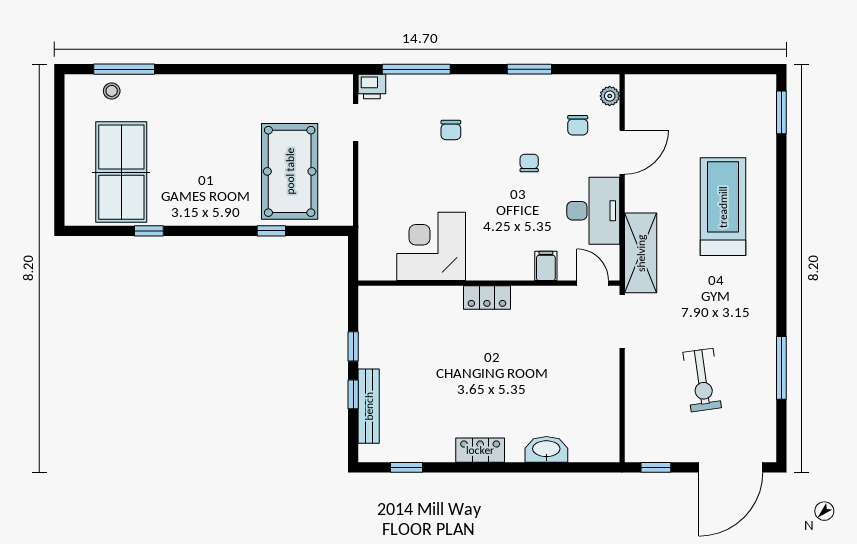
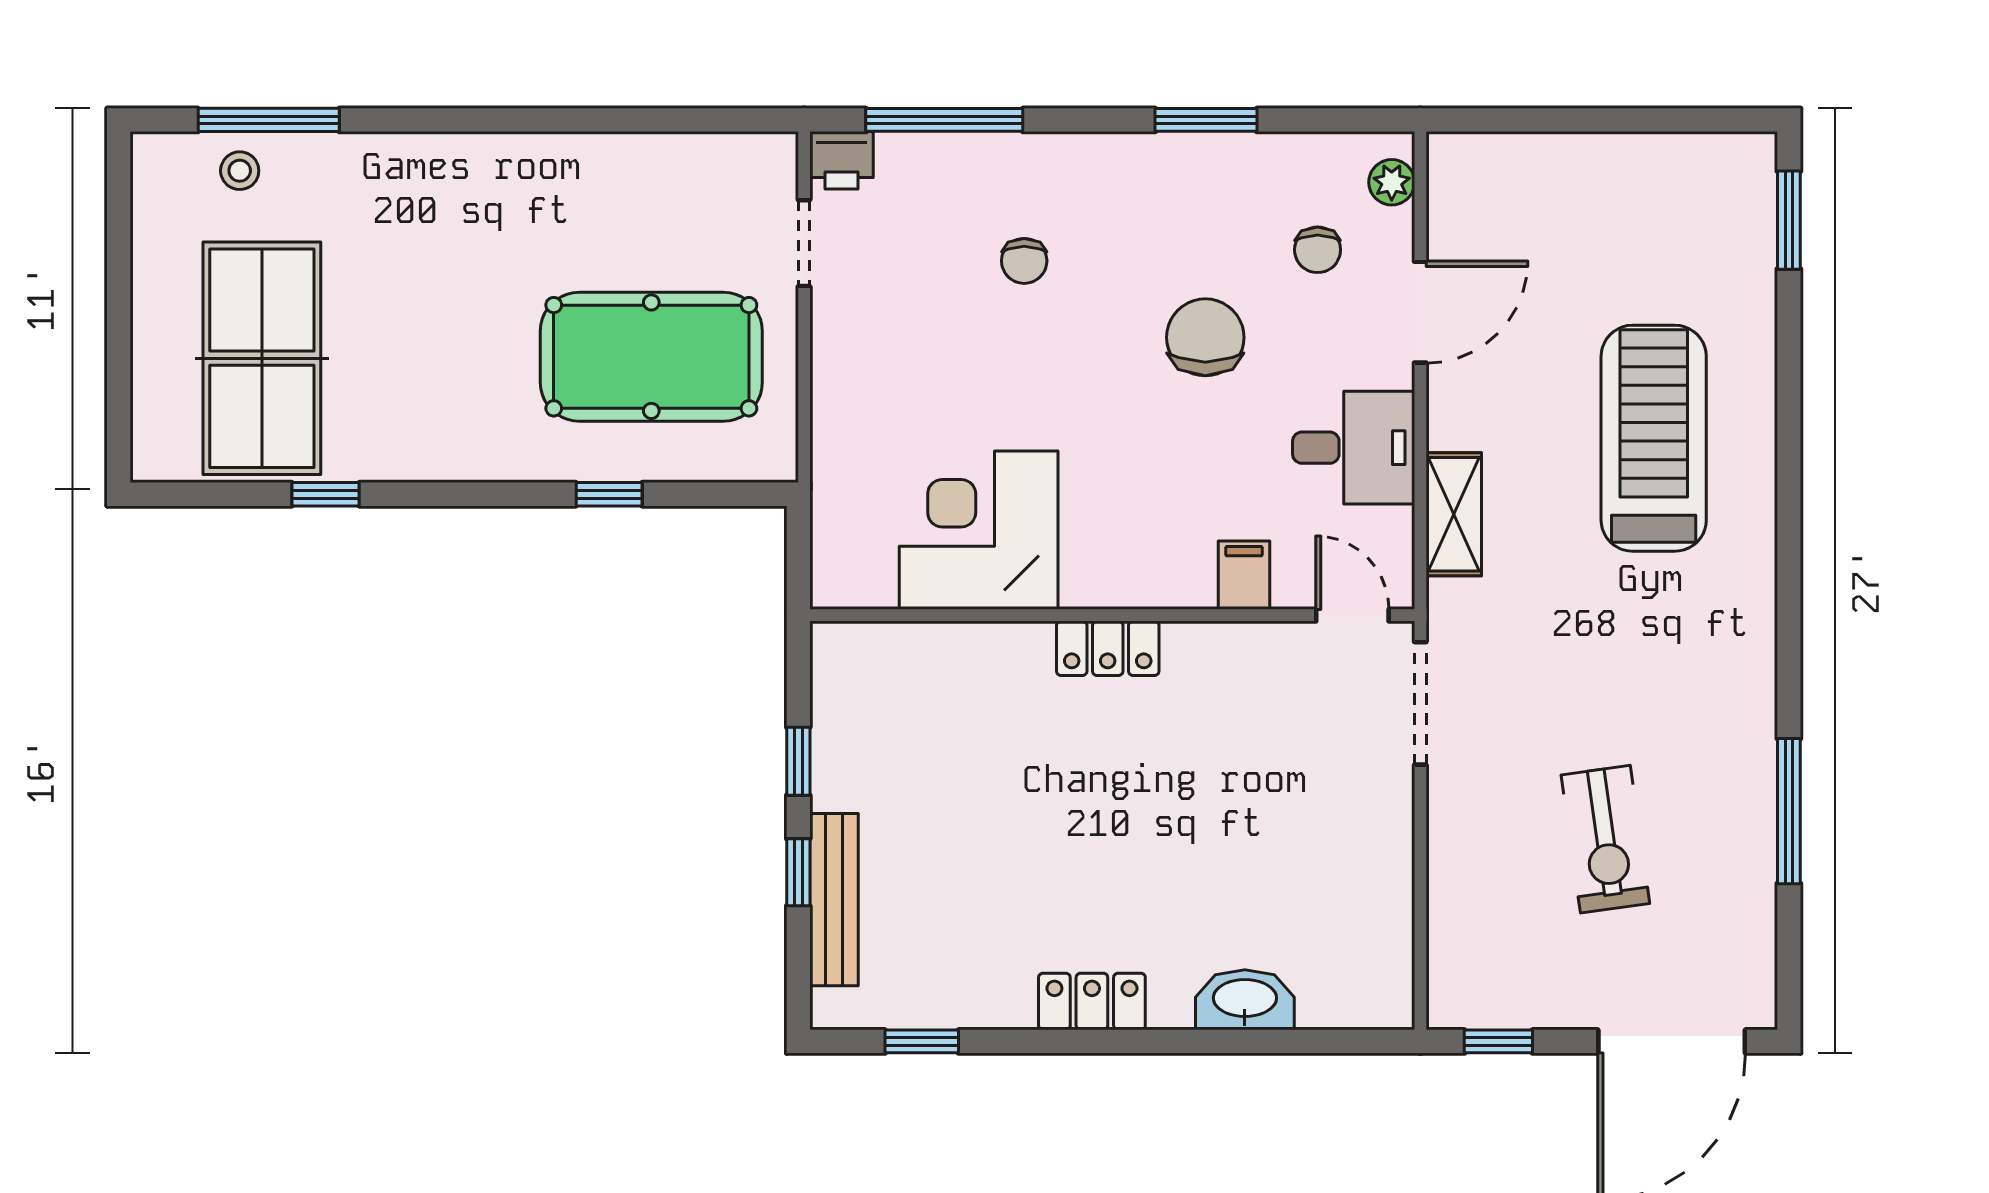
chair: (529, 163) -> (1205, 337), width x1.87, depth x1.87
pool table: (290, 171) -> (651, 357), turned 90
desk: (593, 211) -> (1354, 448), width x0.73
shelving: (641, 253) -> (1454, 514), width x0.67, depth x0.75

